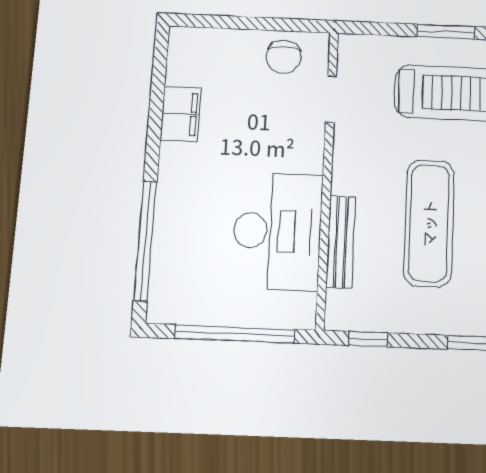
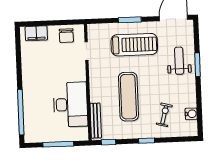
filing cabinet: (181, 114) -> (36, 33), moved, turned 90
bench: (341, 242) -> (96, 121), moved
window: (235, 334) -> (58, 144), width x0.68

